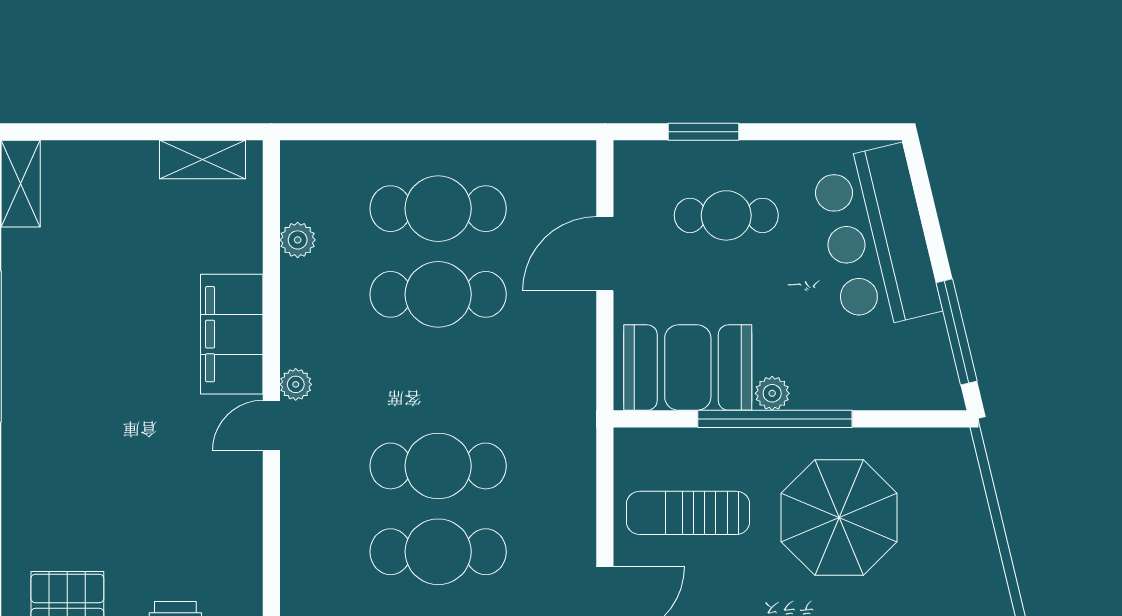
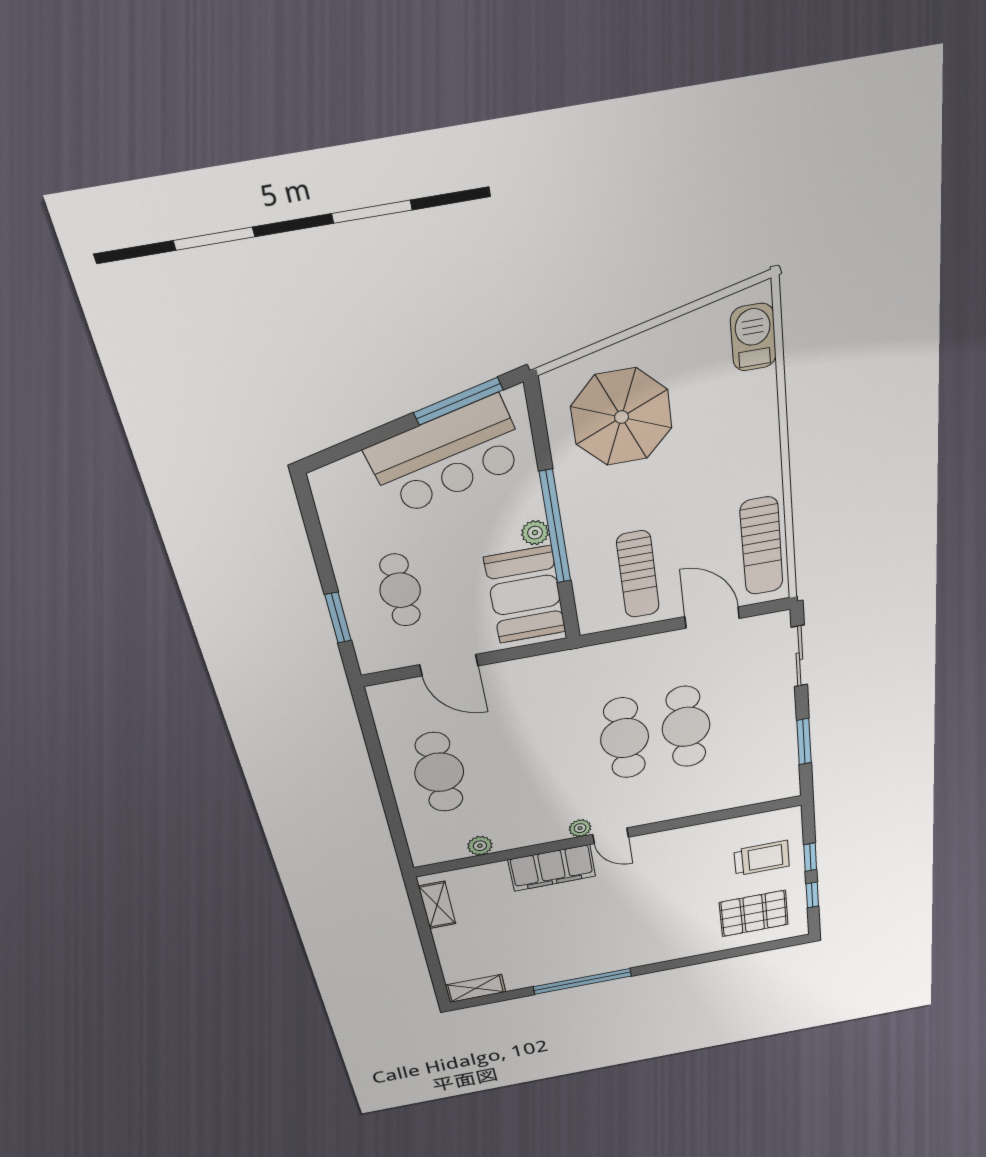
bar counter: (876, 238) -> (447, 456), moved
cafe table: (438, 294) -> (501, 761), removed
parasol: (839, 517) -> (622, 417), moved

